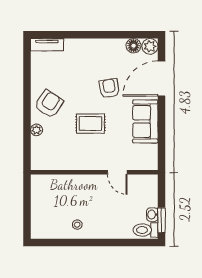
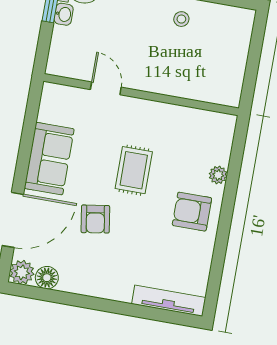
tv unit: (47, 45) -> (169, 301), width x1.41
armchair: (49, 104) -> (192, 212), turned 56
rug: (90, 124) -> (134, 170), turned 90

